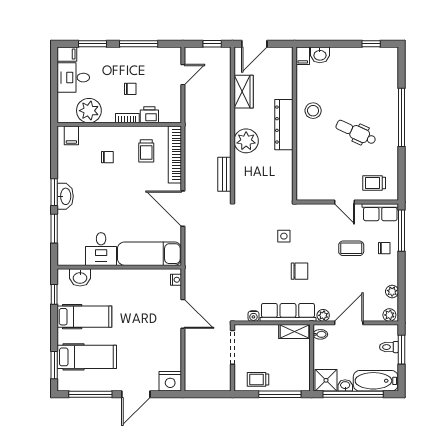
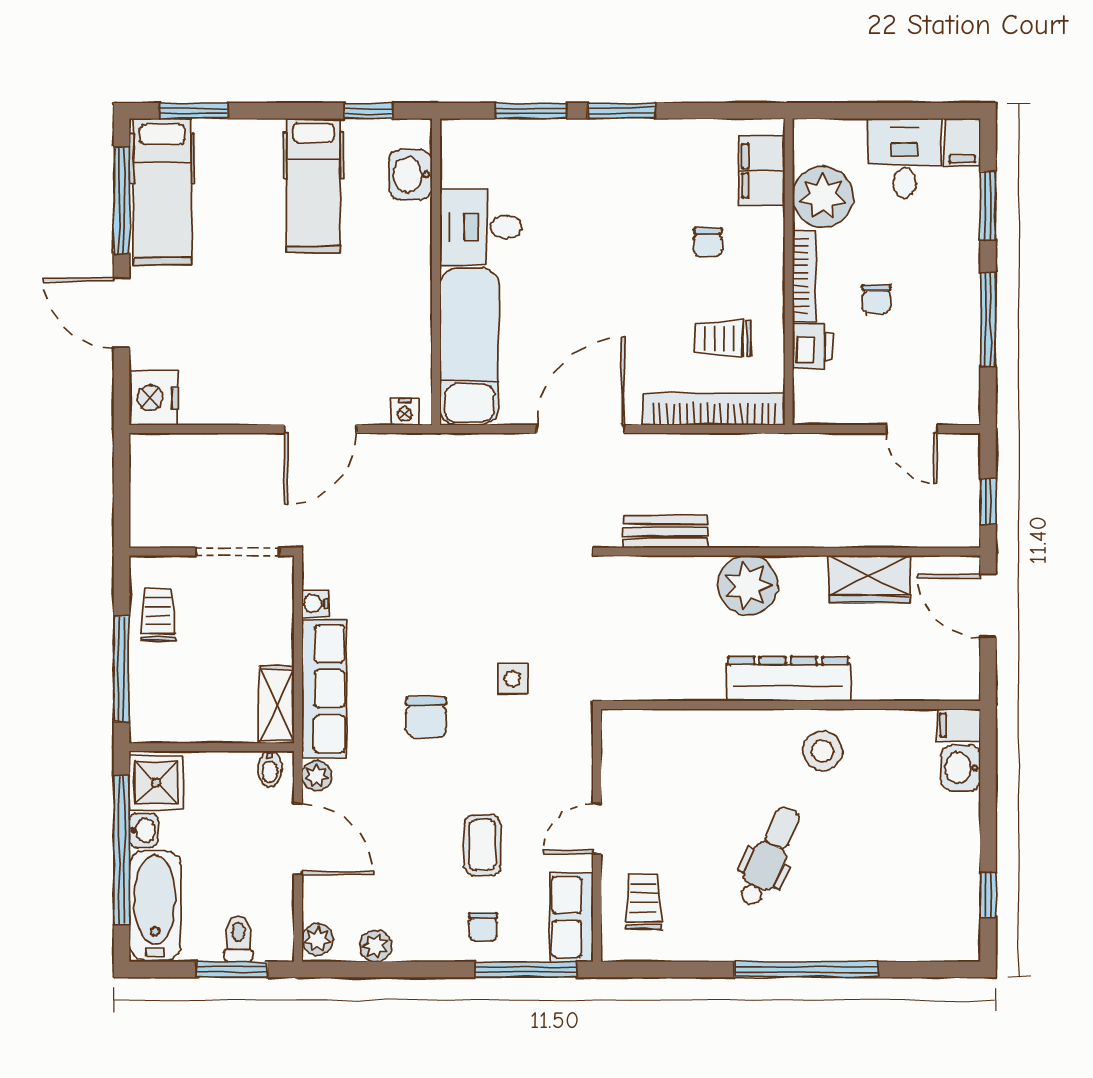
bookcase: (127, 118) -> (804, 276), width x1.56
filing cabinet: (71, 135) -> (762, 171), width x2.00
washbasin: (65, 196) -> (611, 138), removed
hospital bed: (87, 357) -> (162, 191), moved

